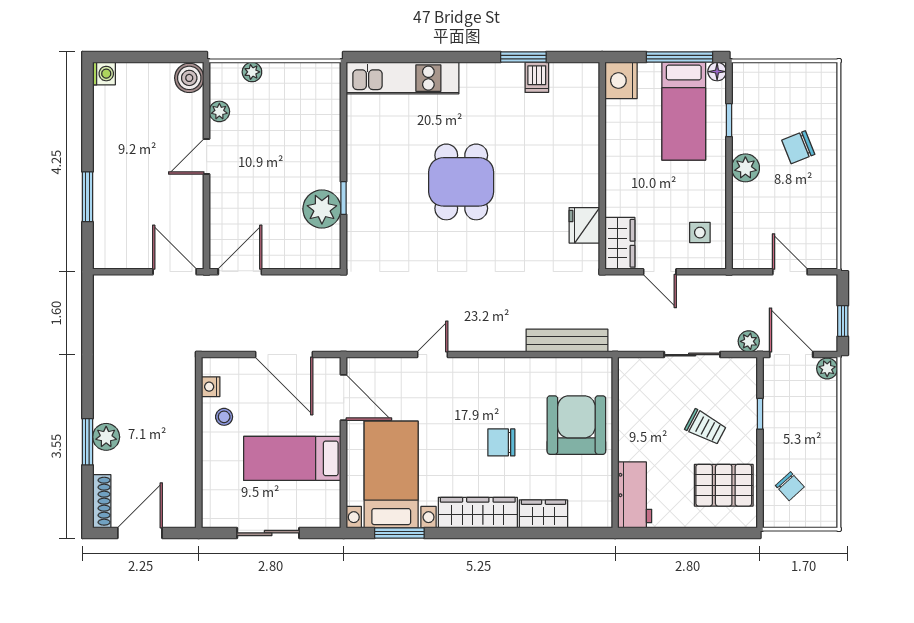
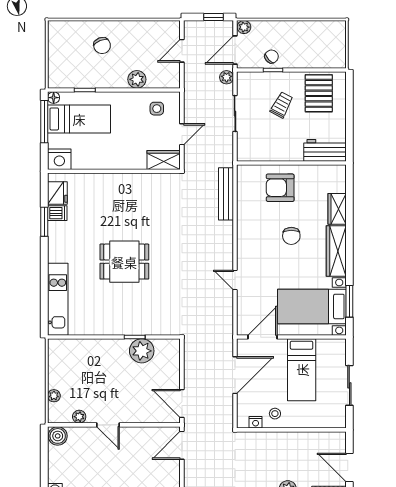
plant: (745, 168) -> (137, 79), moved
fridge: (584, 225) -> (57, 193), moved, turned -90
armchair: (576, 425) -> (280, 188), width x0.73, depth x0.73
chair: (790, 486) -> (271, 57), moved

